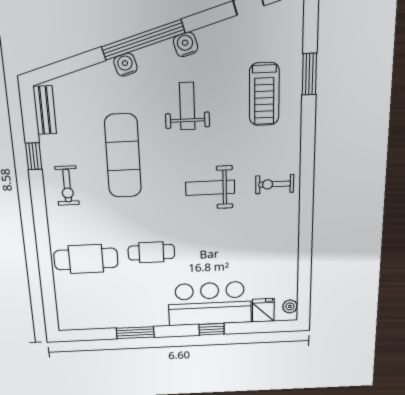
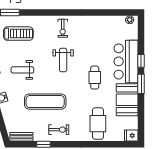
cafe table: (151, 252) -> (95, 77), moved
booth: (136, 309) -> (127, 100), added
fridge: (263, 310) -> (131, 136), moved
window: (135, 333) -> (141, 84), moved

